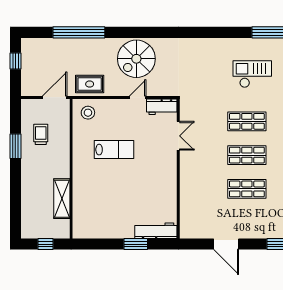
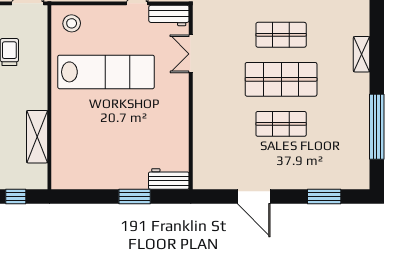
double door: (178, 136) -> (191, 54), swing flipped
lab bench: (114, 150) -> (106, 72), width x1.86, depth x1.39
shop shelf: (247, 155) -> (281, 79), width x1.43, depth x1.36
workbench: (156, 231) -> (169, 179), width x0.73

